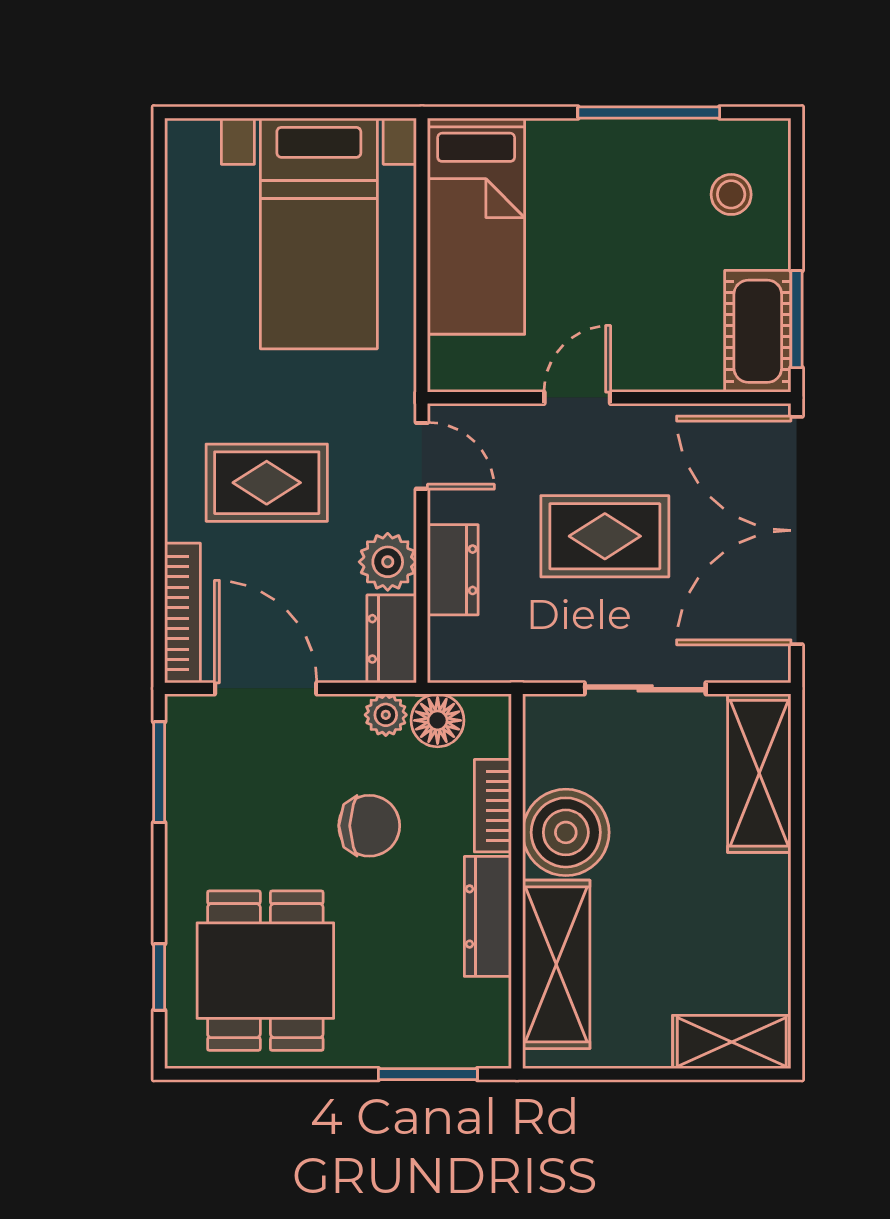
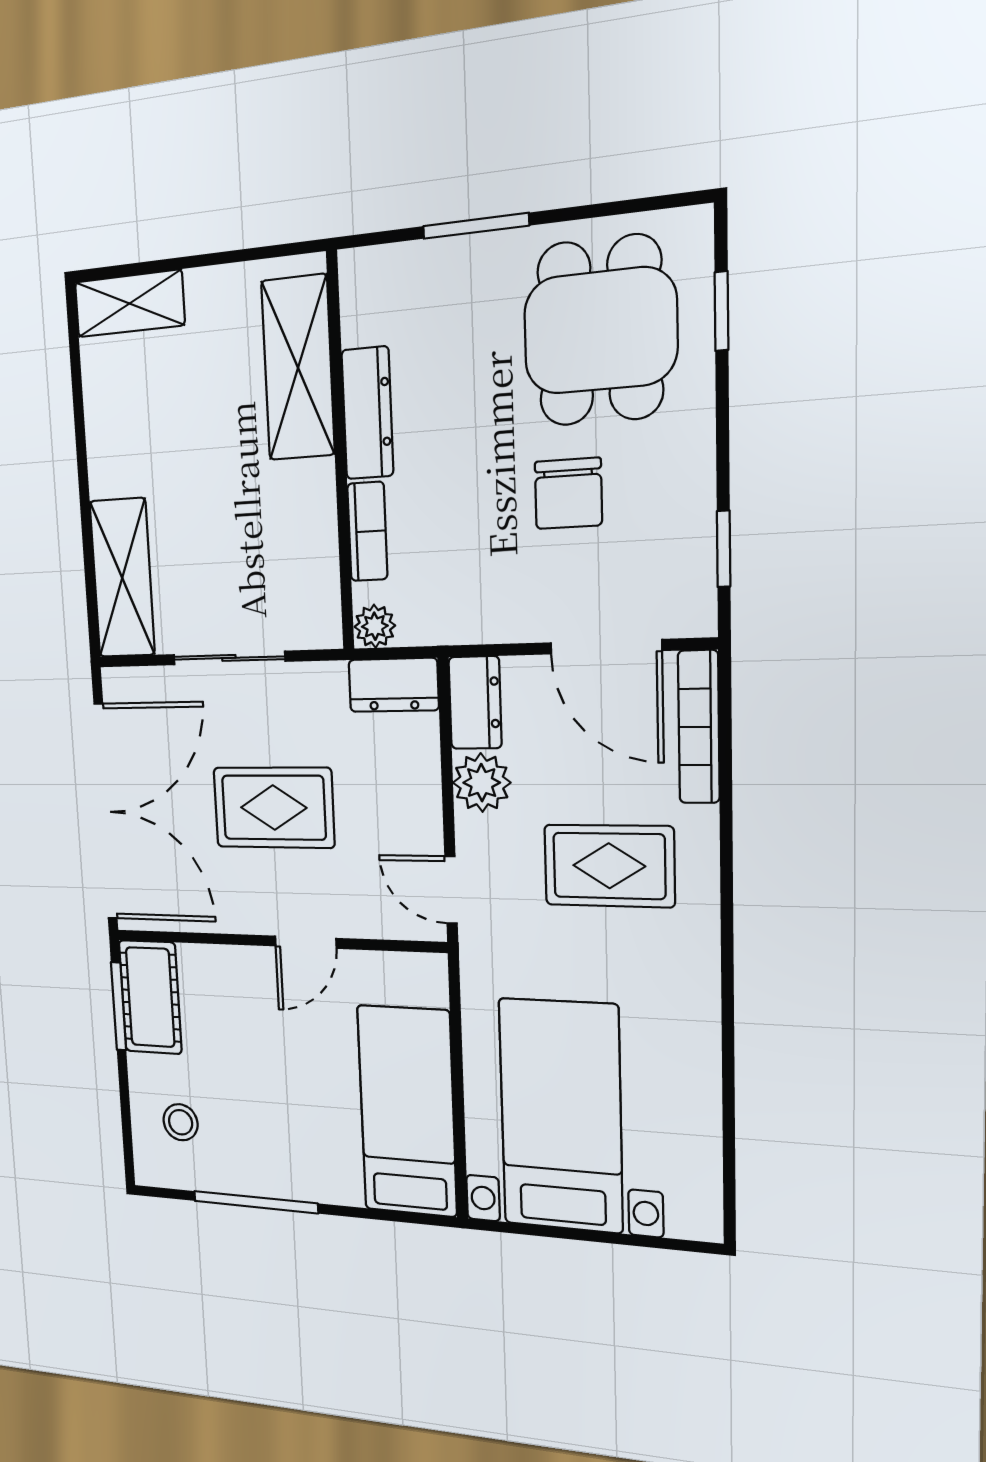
dresser: (453, 570) -> (394, 685), moved, turned -90
plant: (386, 715) -> (375, 626), moved
floor lamp: (438, 720) -> (426, 619), removed
window: (159, 772) -> (724, 549), width x0.67
chair: (369, 826) -> (568, 493), moved, turned -90
boiler: (566, 832) -> (295, 508), removed
window: (428, 1074) -> (476, 226), moved

